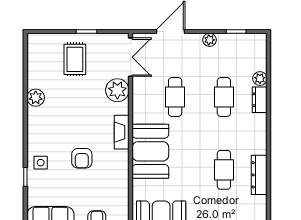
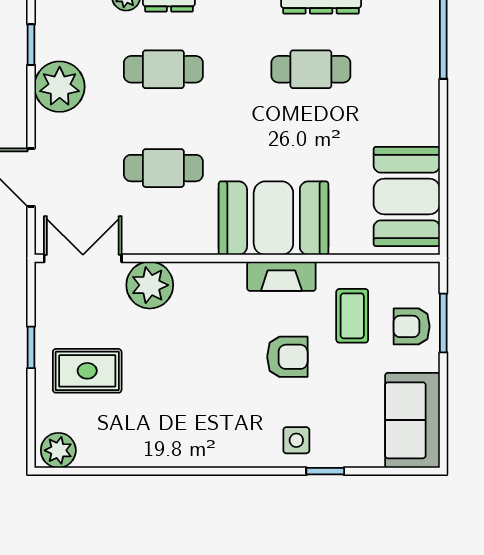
plant: (210, 40) -> (60, 87), width x1.88, depth x1.88
plant: (36, 98) -> (58, 450), moved
fireplace: (122, 132) -> (281, 276), moved
coffee table: (102, 190) -> (352, 316), added

